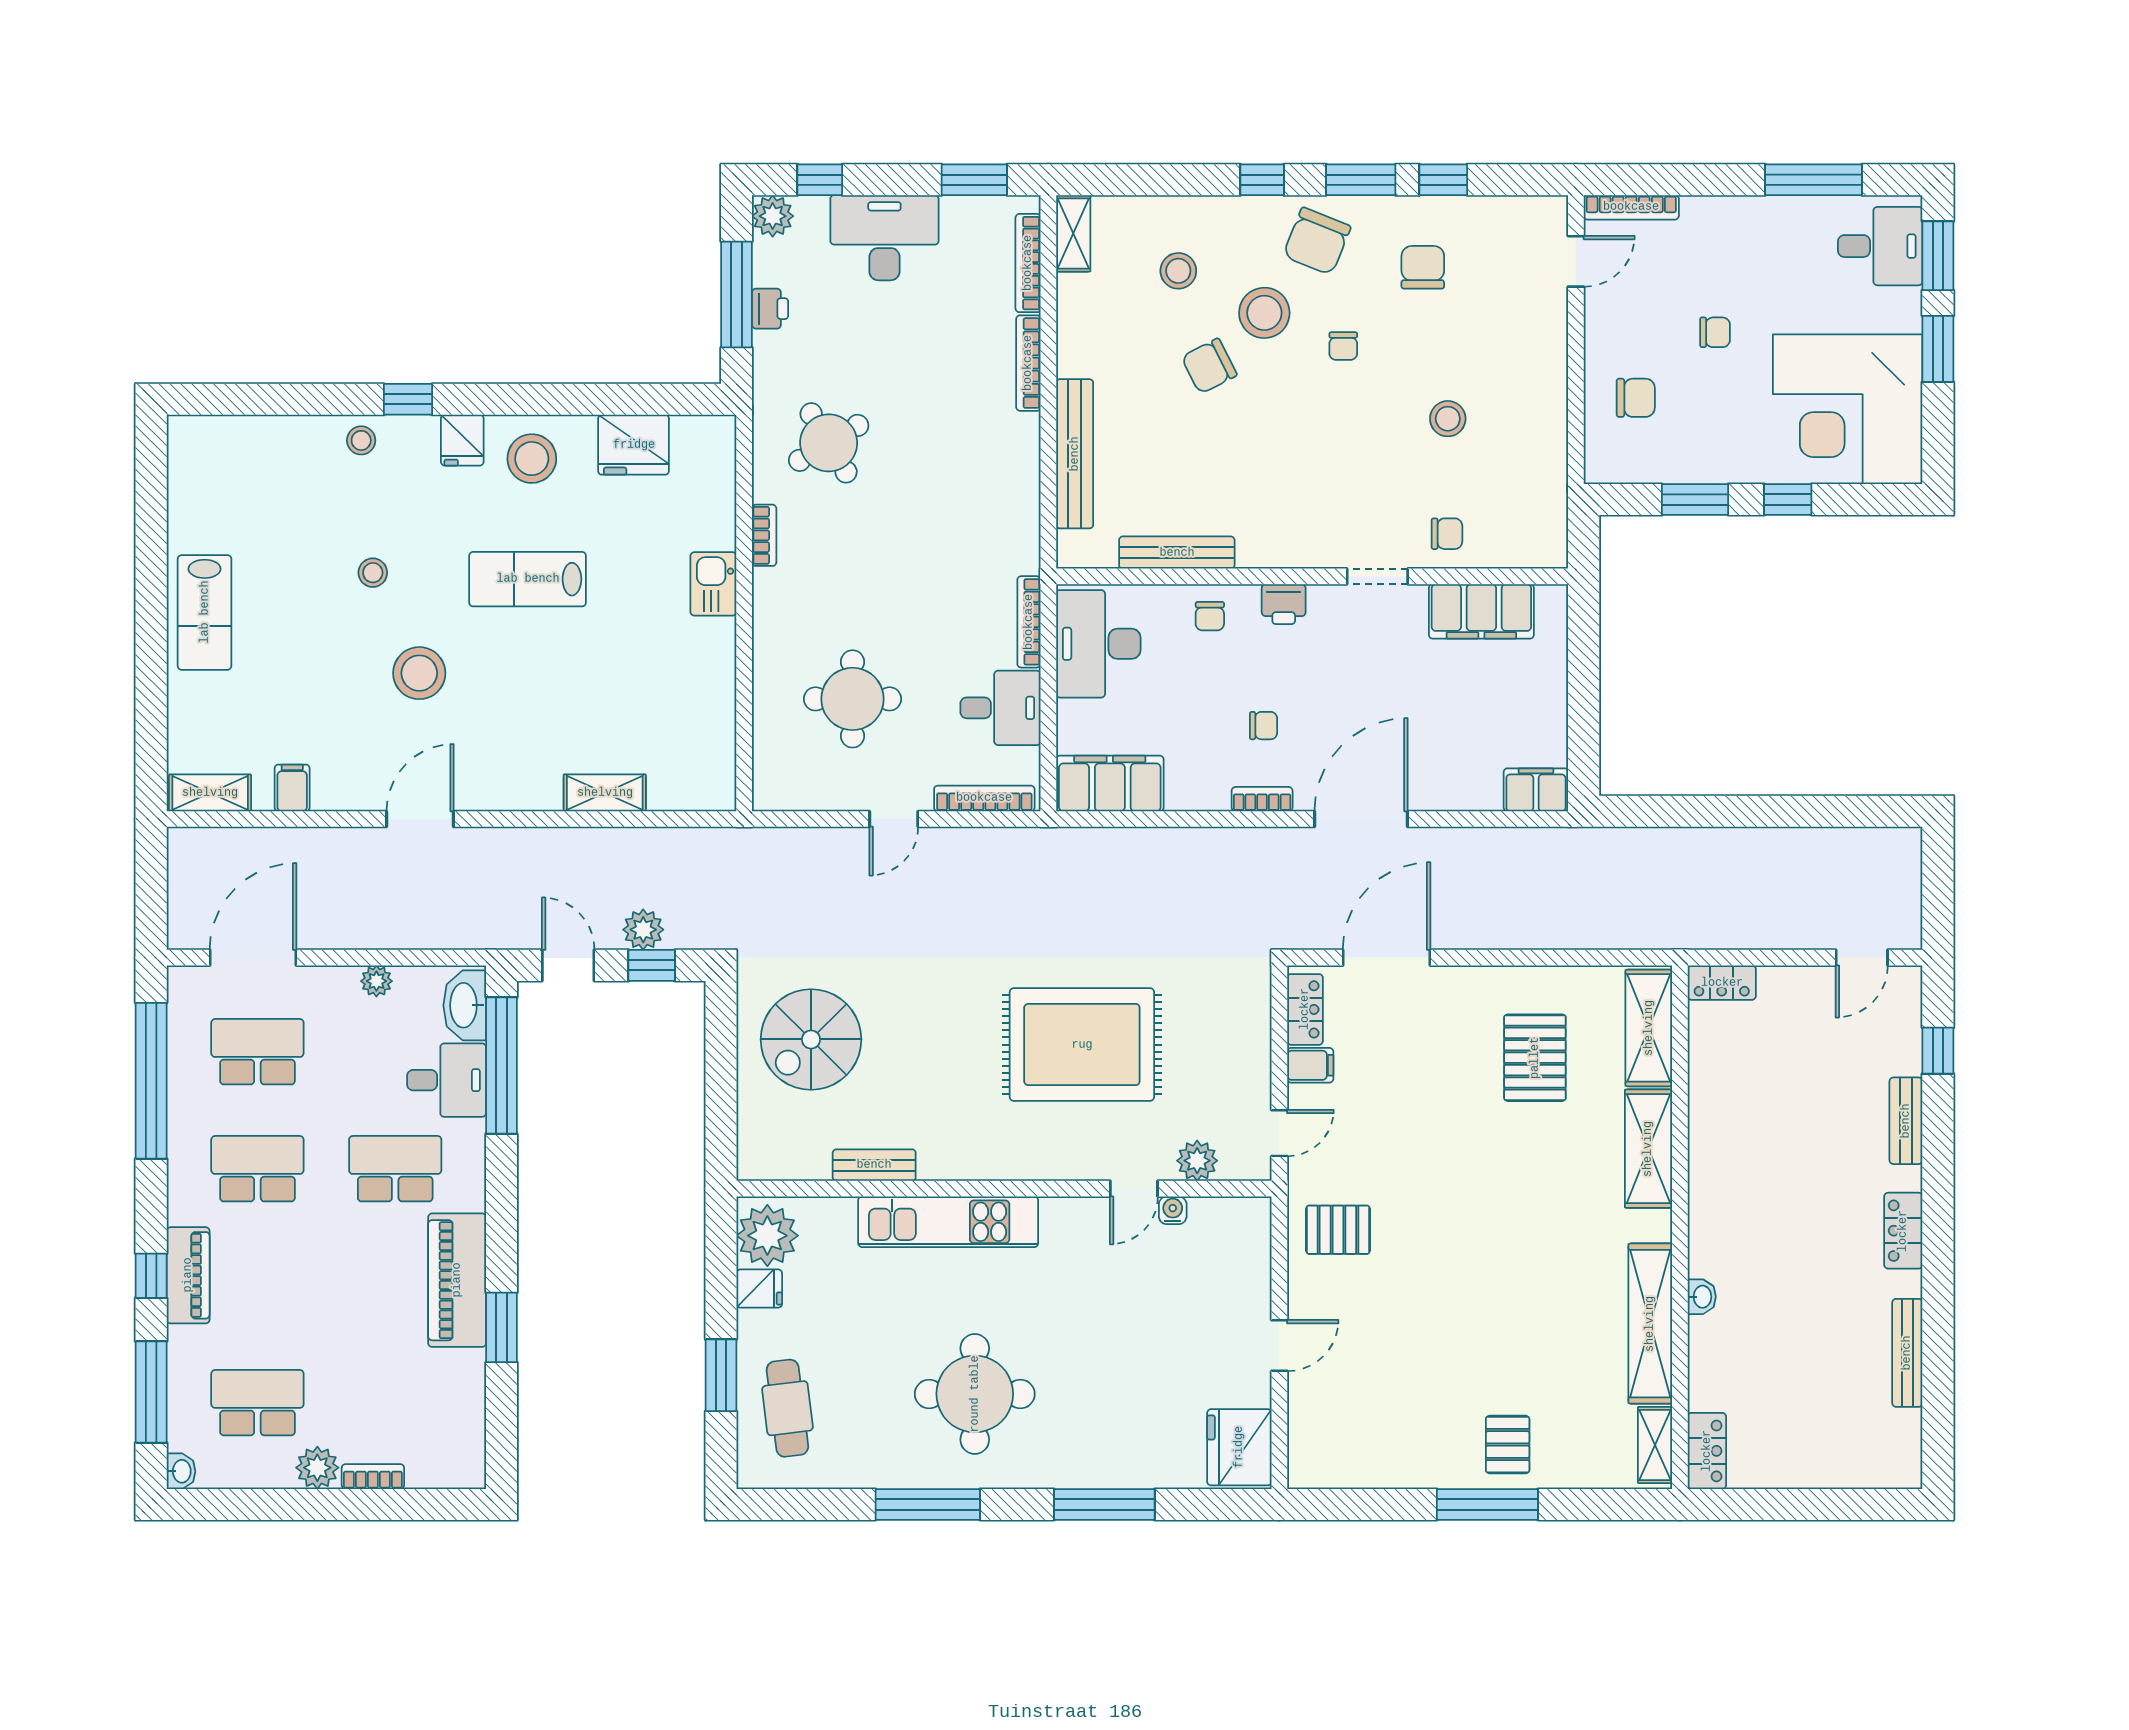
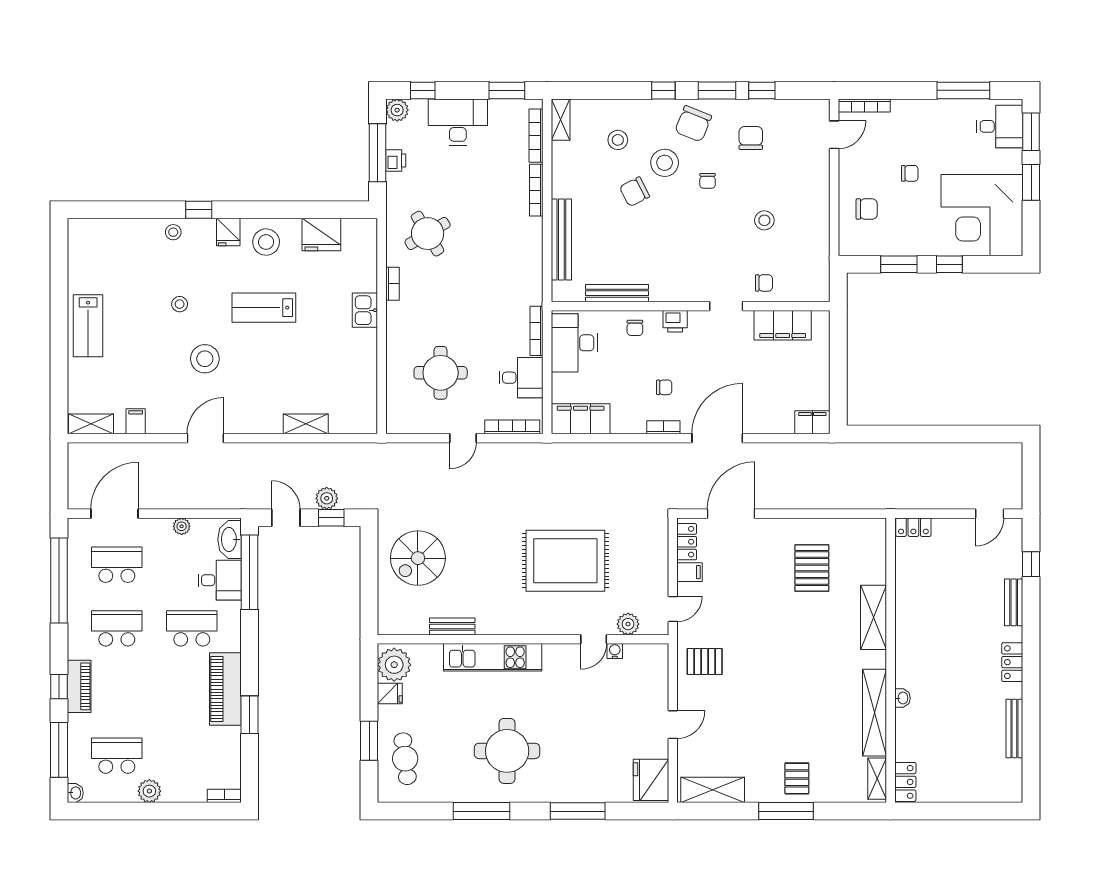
shelving: (1649, 1028) -> (713, 790), moved, turned 90
bookcase: (373, 1477) -> (224, 796), moved

